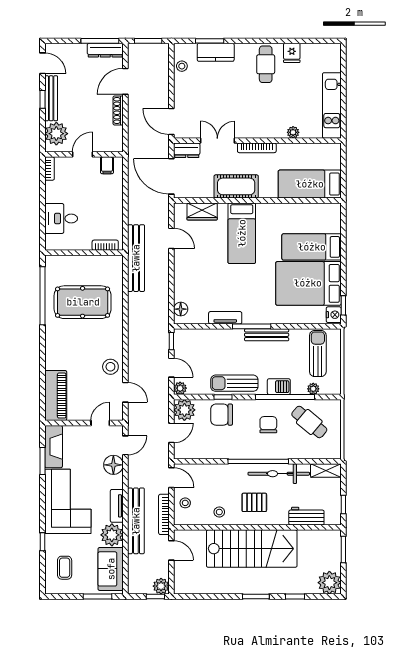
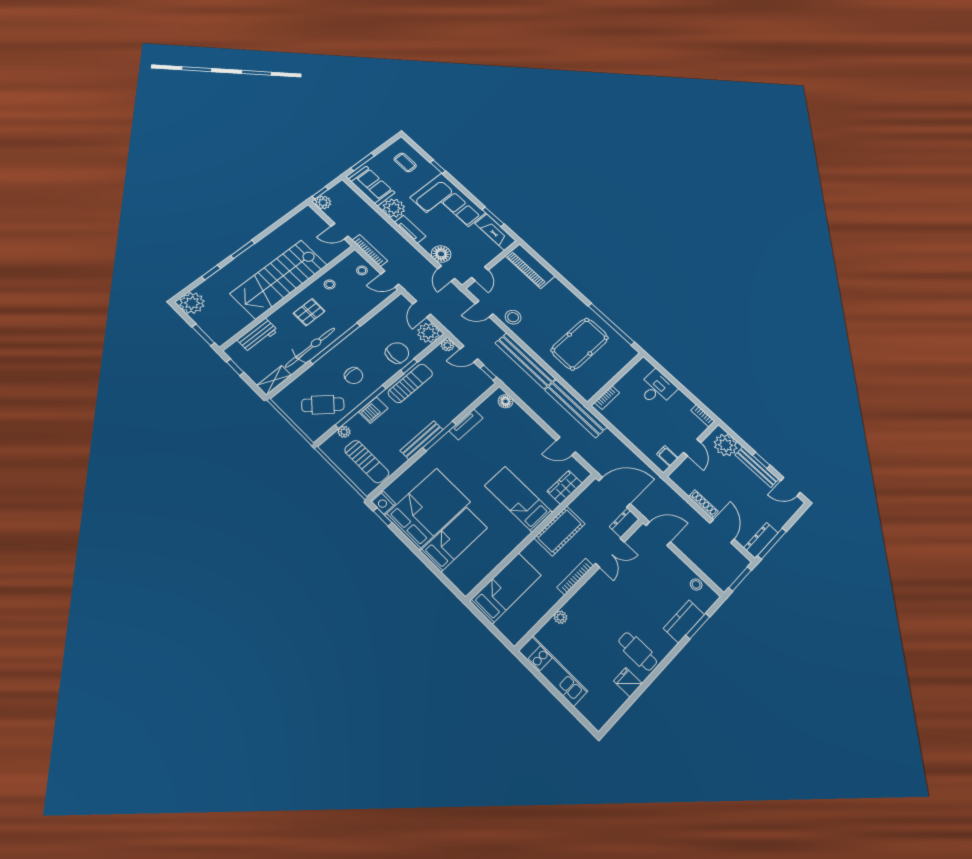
bench: (136, 521) -> (525, 361), moved

